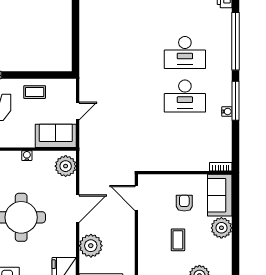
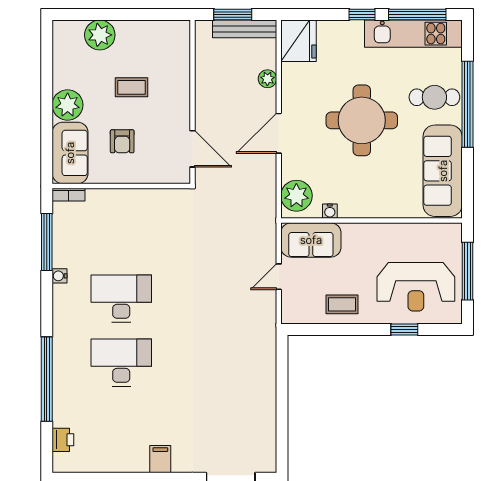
window: (236, 101) -> (47, 242), moved
water cooler: (27, 156) -> (330, 211), moved
coffee table: (178, 240) -> (131, 87), turned 90
plant: (91, 246) -> (267, 79), width x0.53, depth x0.53

